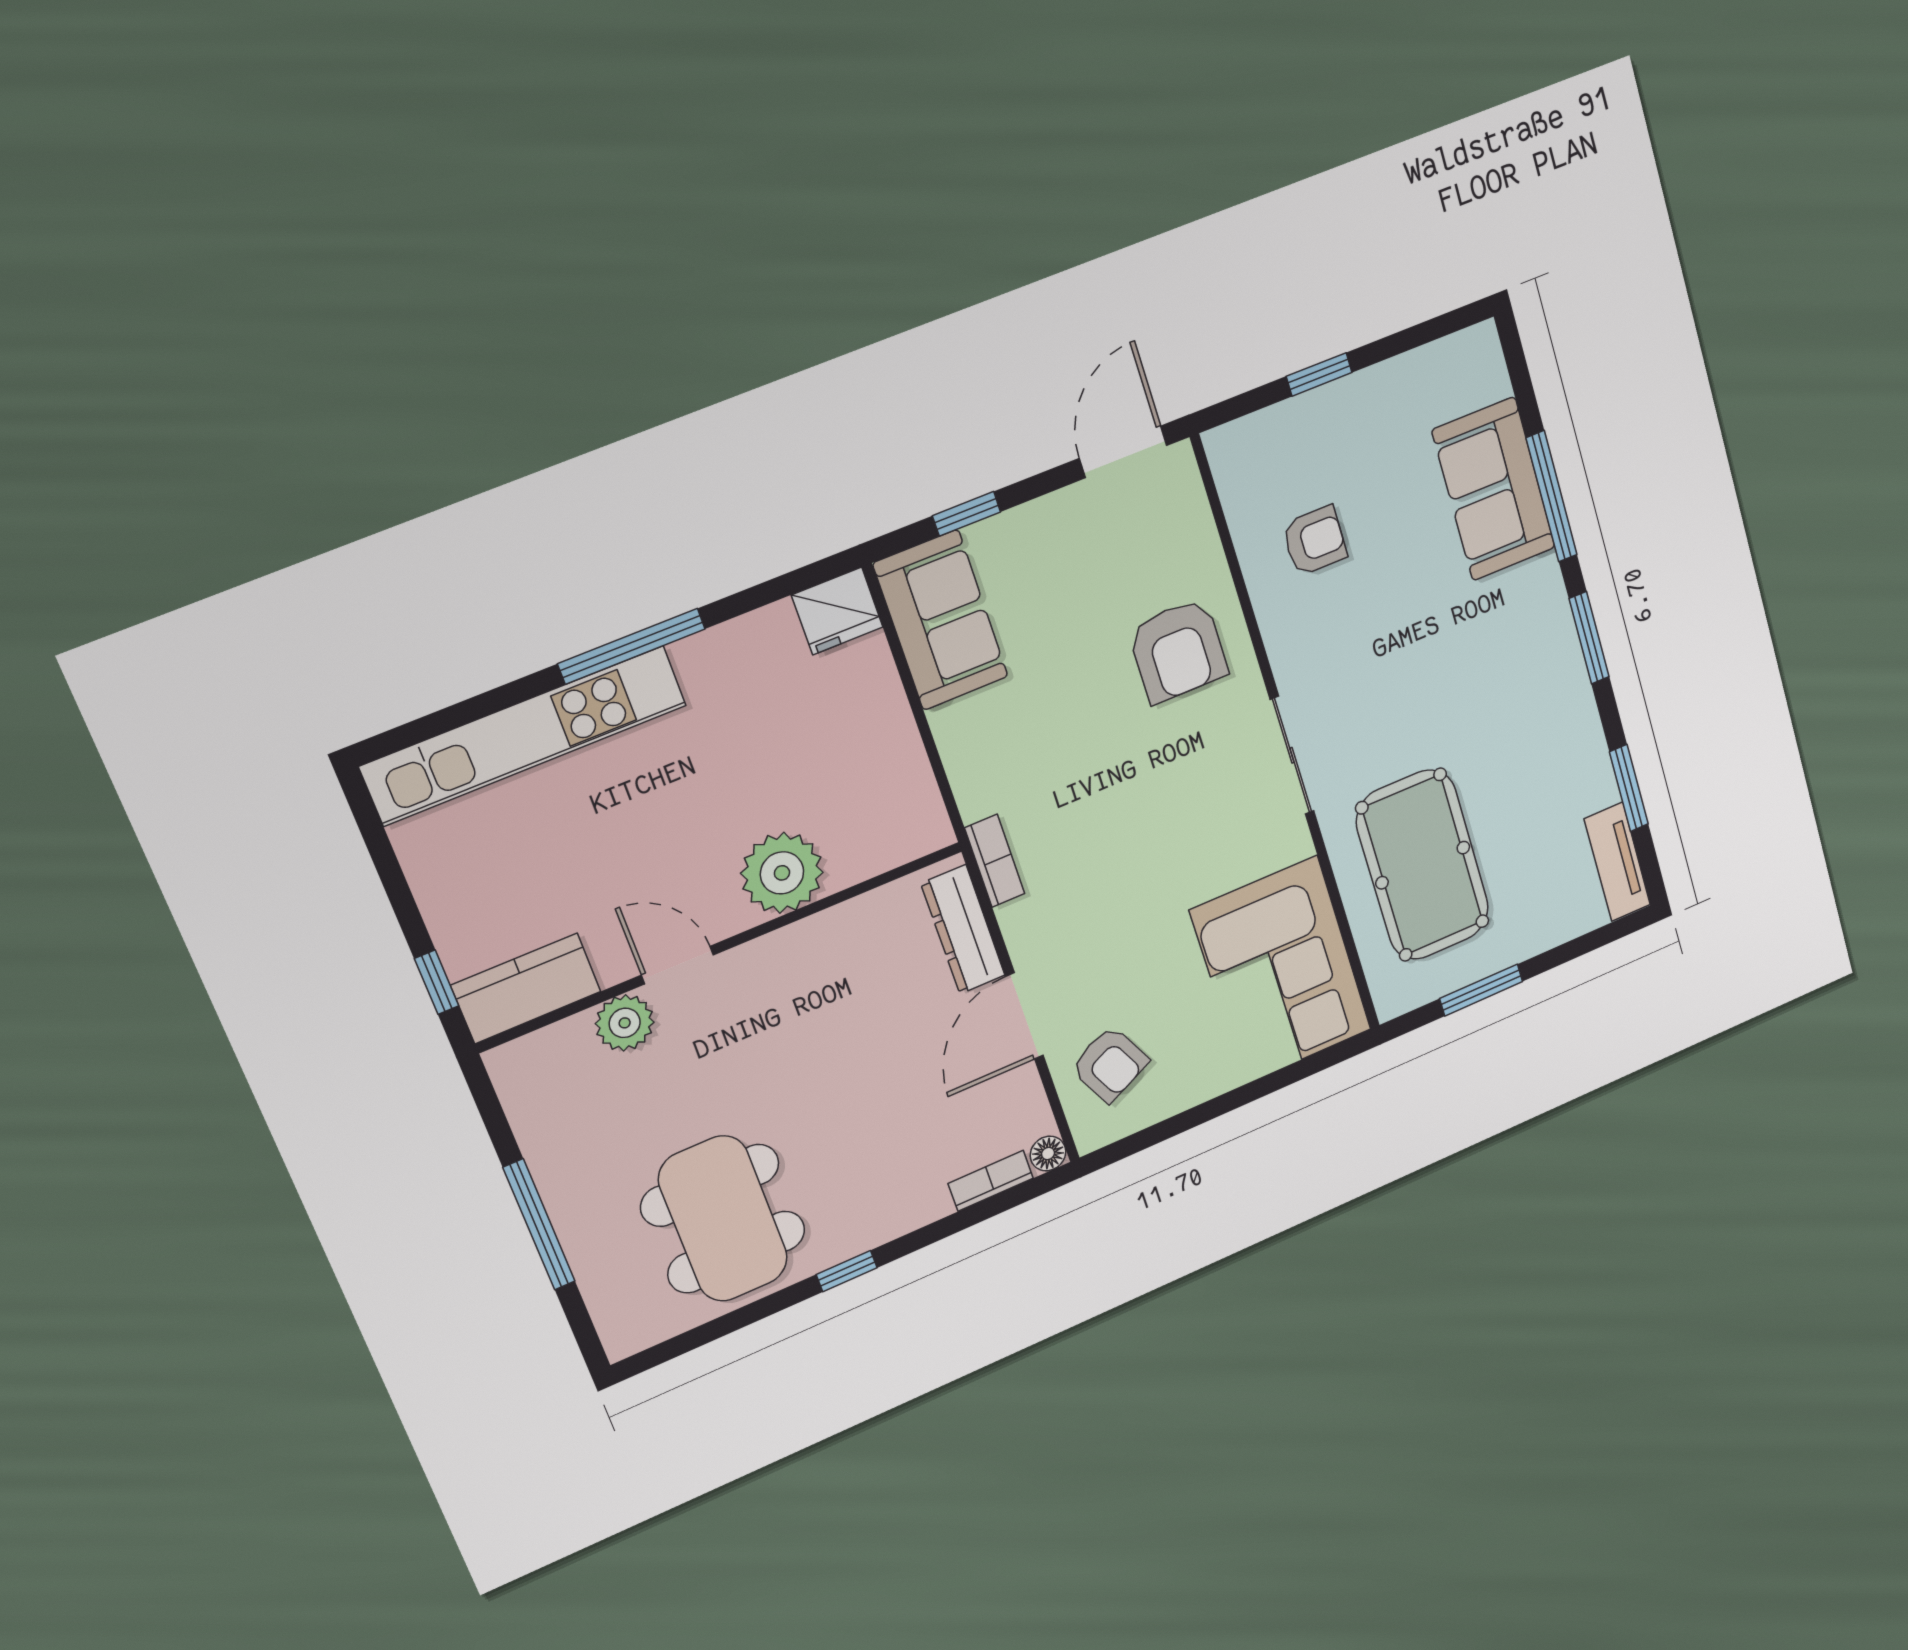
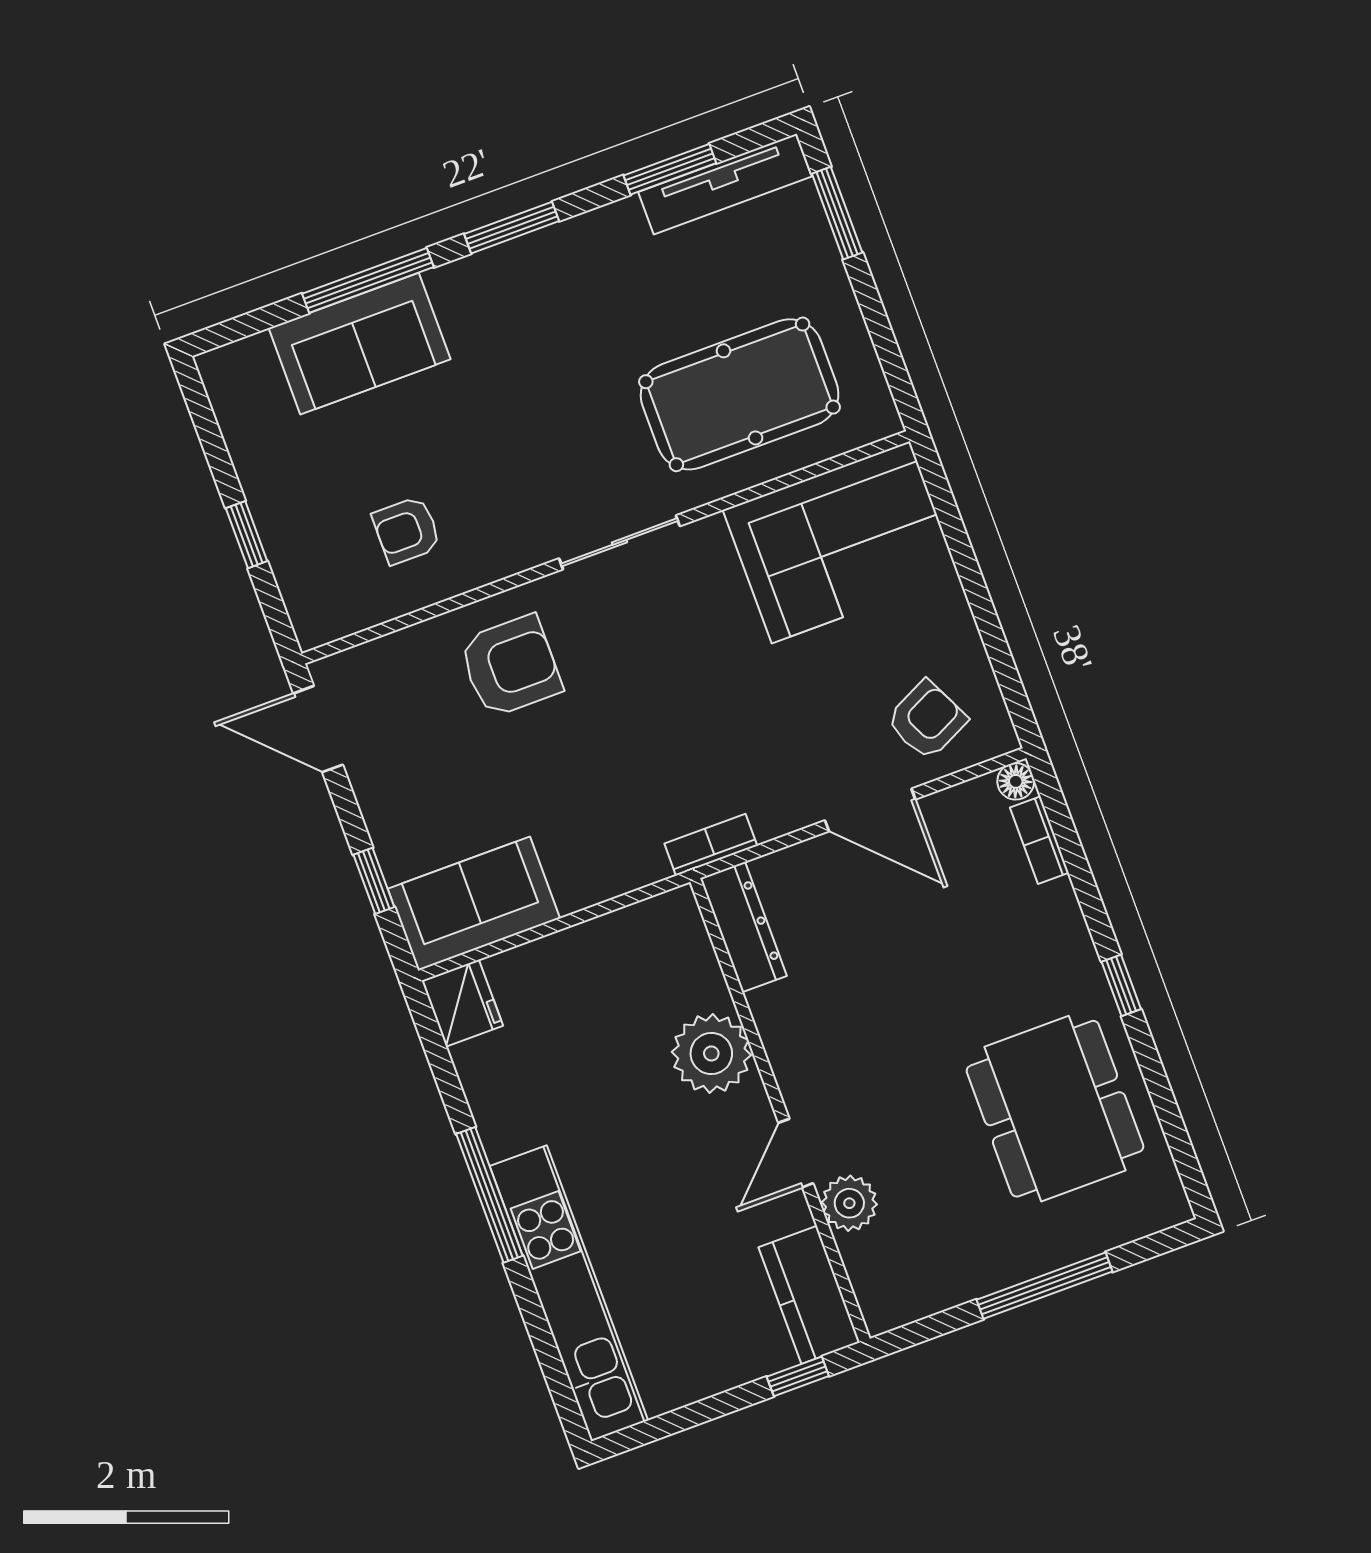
armchair: (1315, 541) -> (407, 530), turned -90
tv unit: (1617, 862) -> (725, 184), width x1.41
dresser: (963, 930) -> (743, 927), moved, turned -90
window: (1481, 990) -> (837, 213), moved
dining table: (723, 1219) -> (1055, 1109), turned 90

